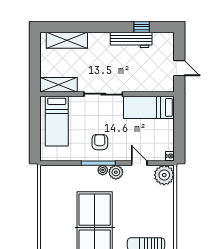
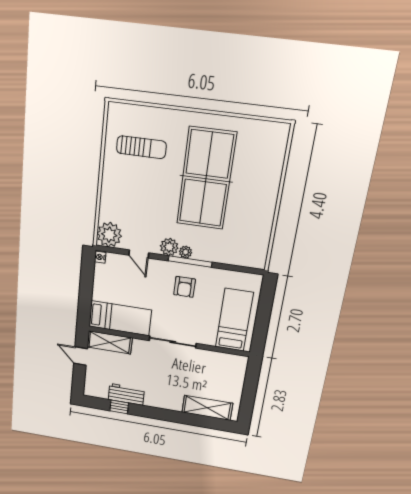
workbench: (131, 40) -> (126, 394), width x0.73
shelving: (59, 85) -> (110, 342), moved

